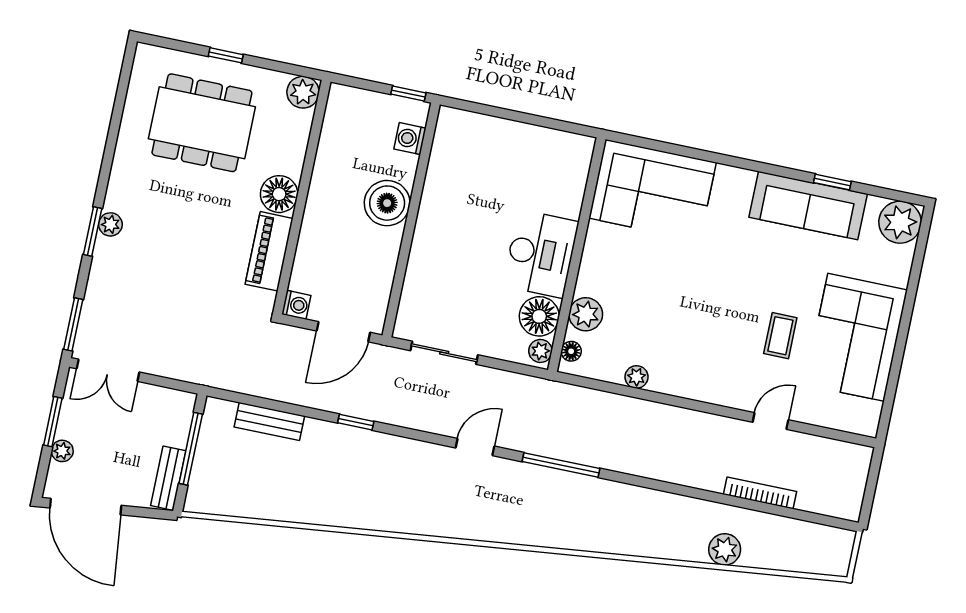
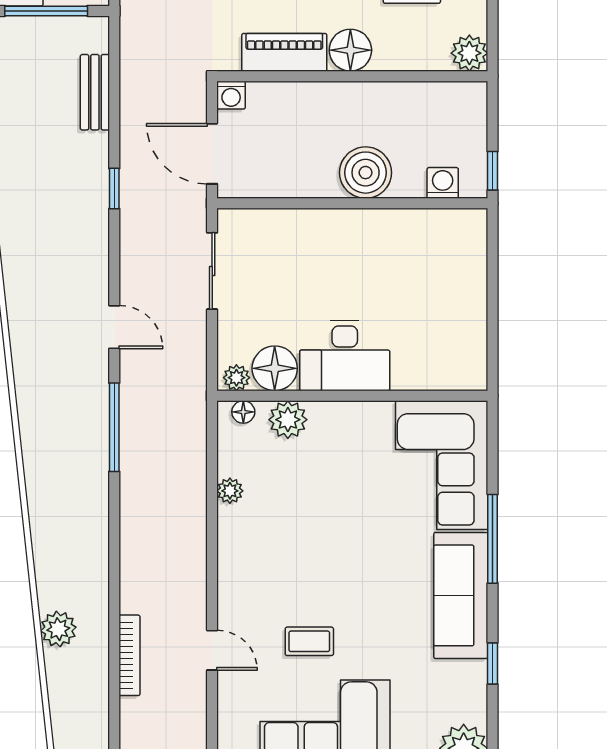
window: (725, 160) -> (493, 539), added
sofa: (808, 206) -> (461, 595), moved

